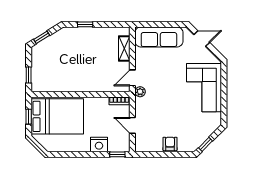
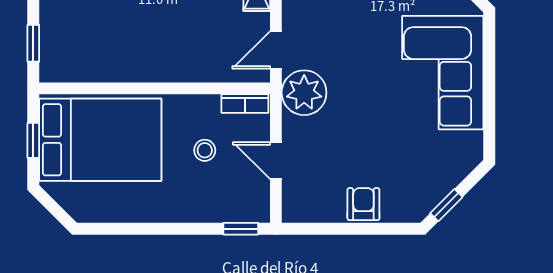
plant: (140, 92) -> (304, 93), width x1.88, depth x1.88
stool: (102, 121) -> (205, 150), added
nightstand: (99, 144) -> (198, 205), removed

